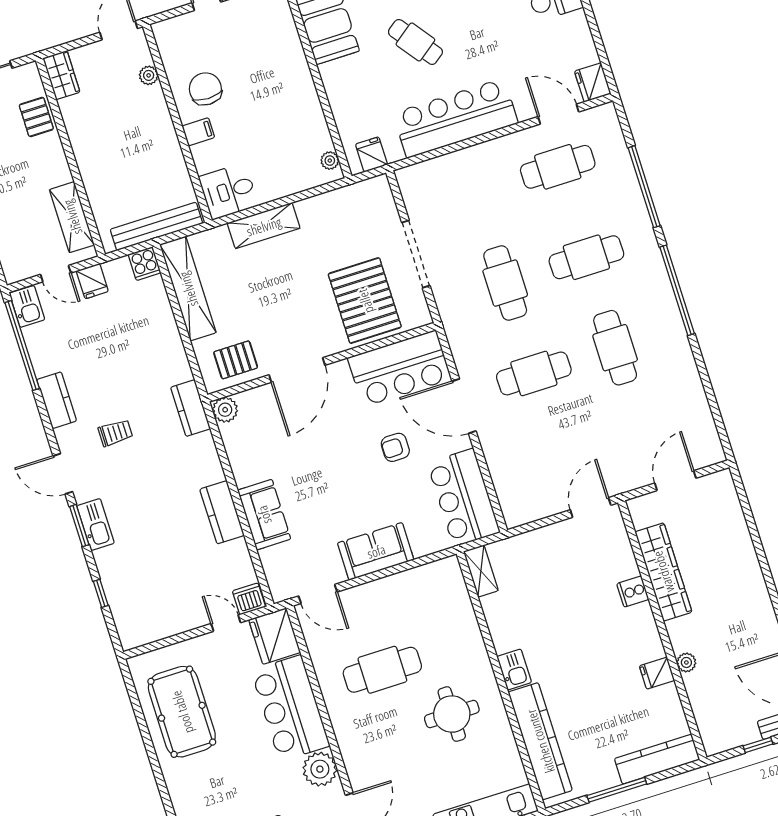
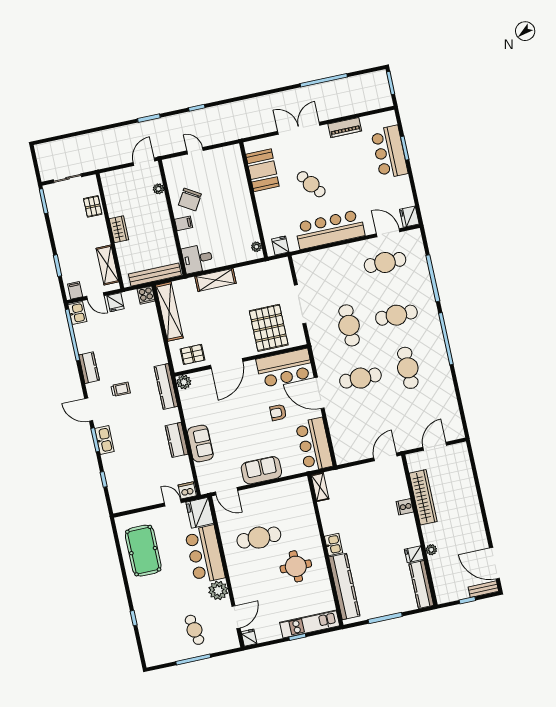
wardrobe: (61, 75) -> (119, 229), moved
chair: (205, 89) -> (190, 200), turned -149
filing cabinet: (19, 267) -> (75, 290), added
kitchen counter: (190, 408) -> (166, 386), width x1.50
kitchen counter: (657, 759) -> (421, 585), moved, turned -90

